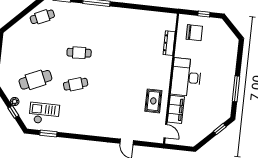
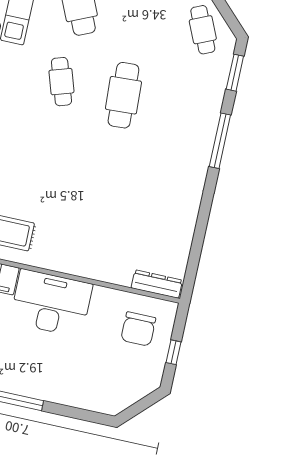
dresser: (169, 43) -> (157, 284), moved
cafe table: (79, 53) -> (123, 95), width x1.37, depth x1.35

